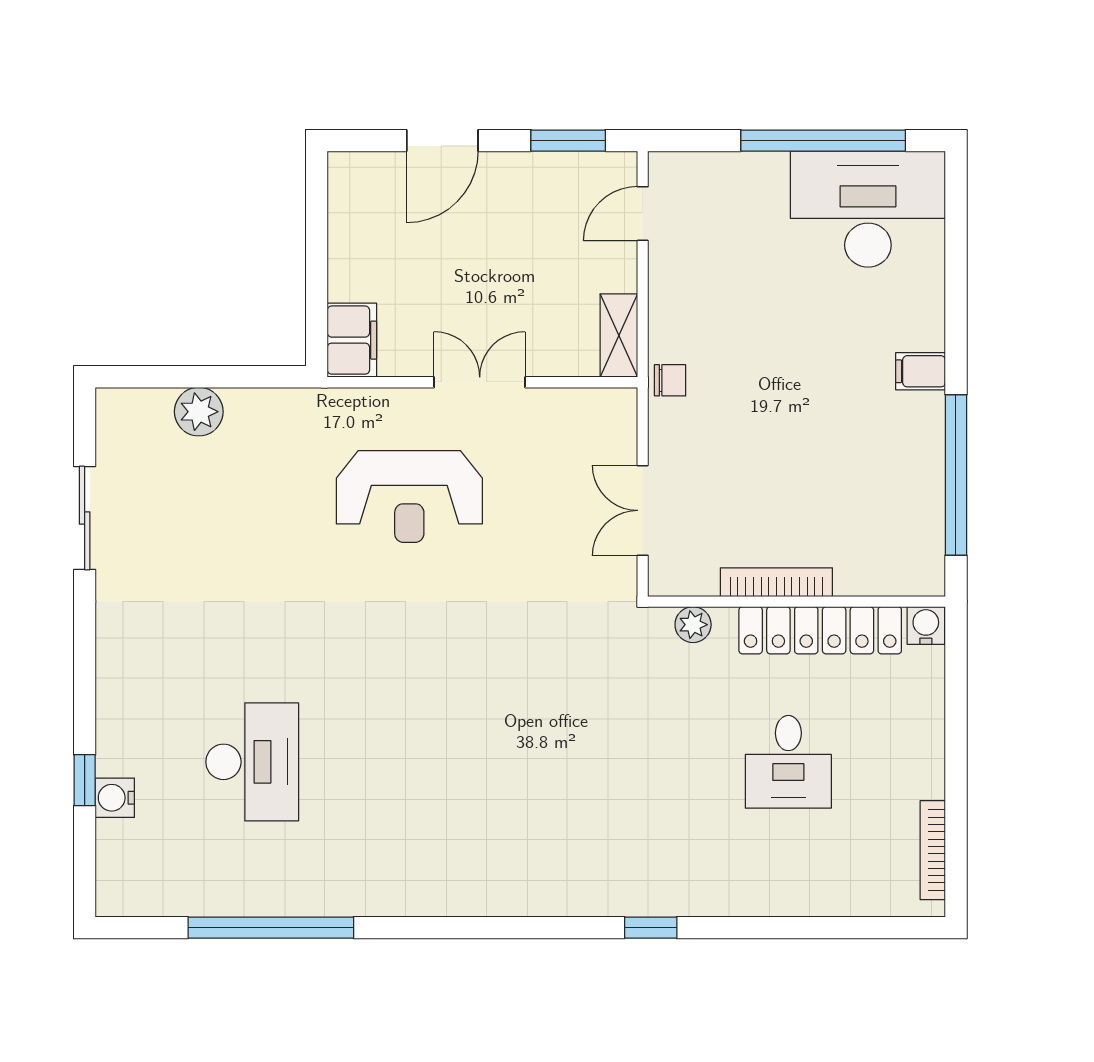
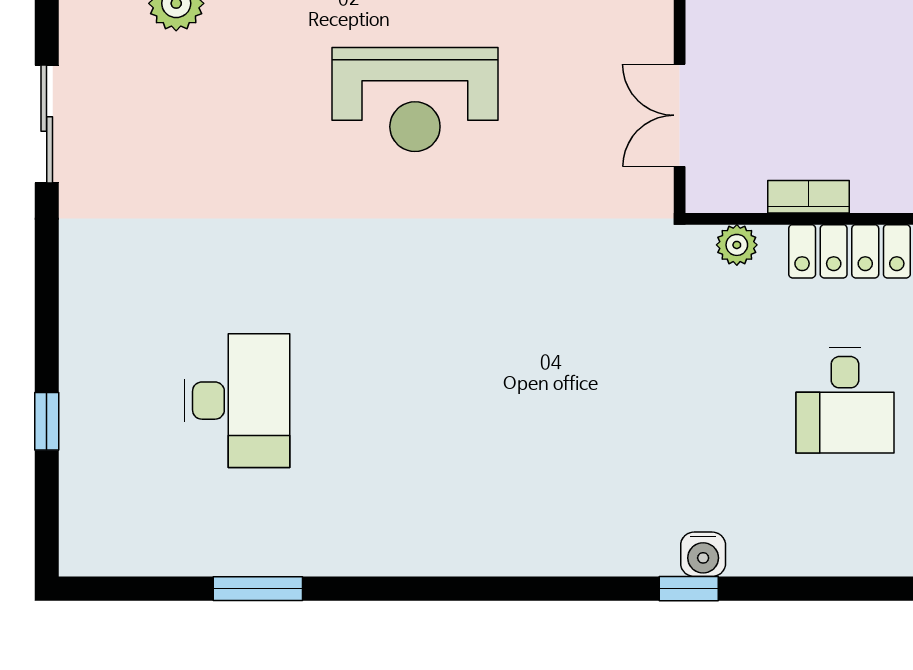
bookcase: (776, 582) -> (809, 197), width x0.64
water cooler: (115, 798) -> (703, 554), moved, turned -90
window: (271, 928) -> (258, 589), width x0.47

